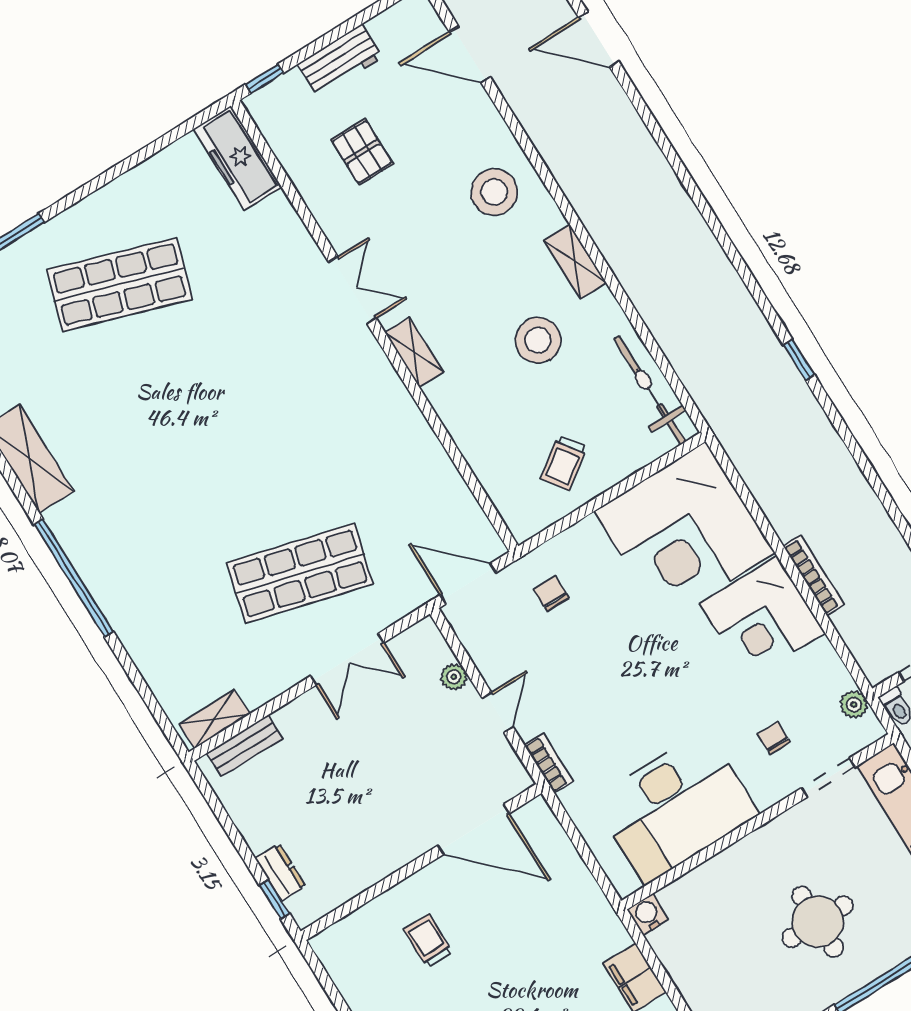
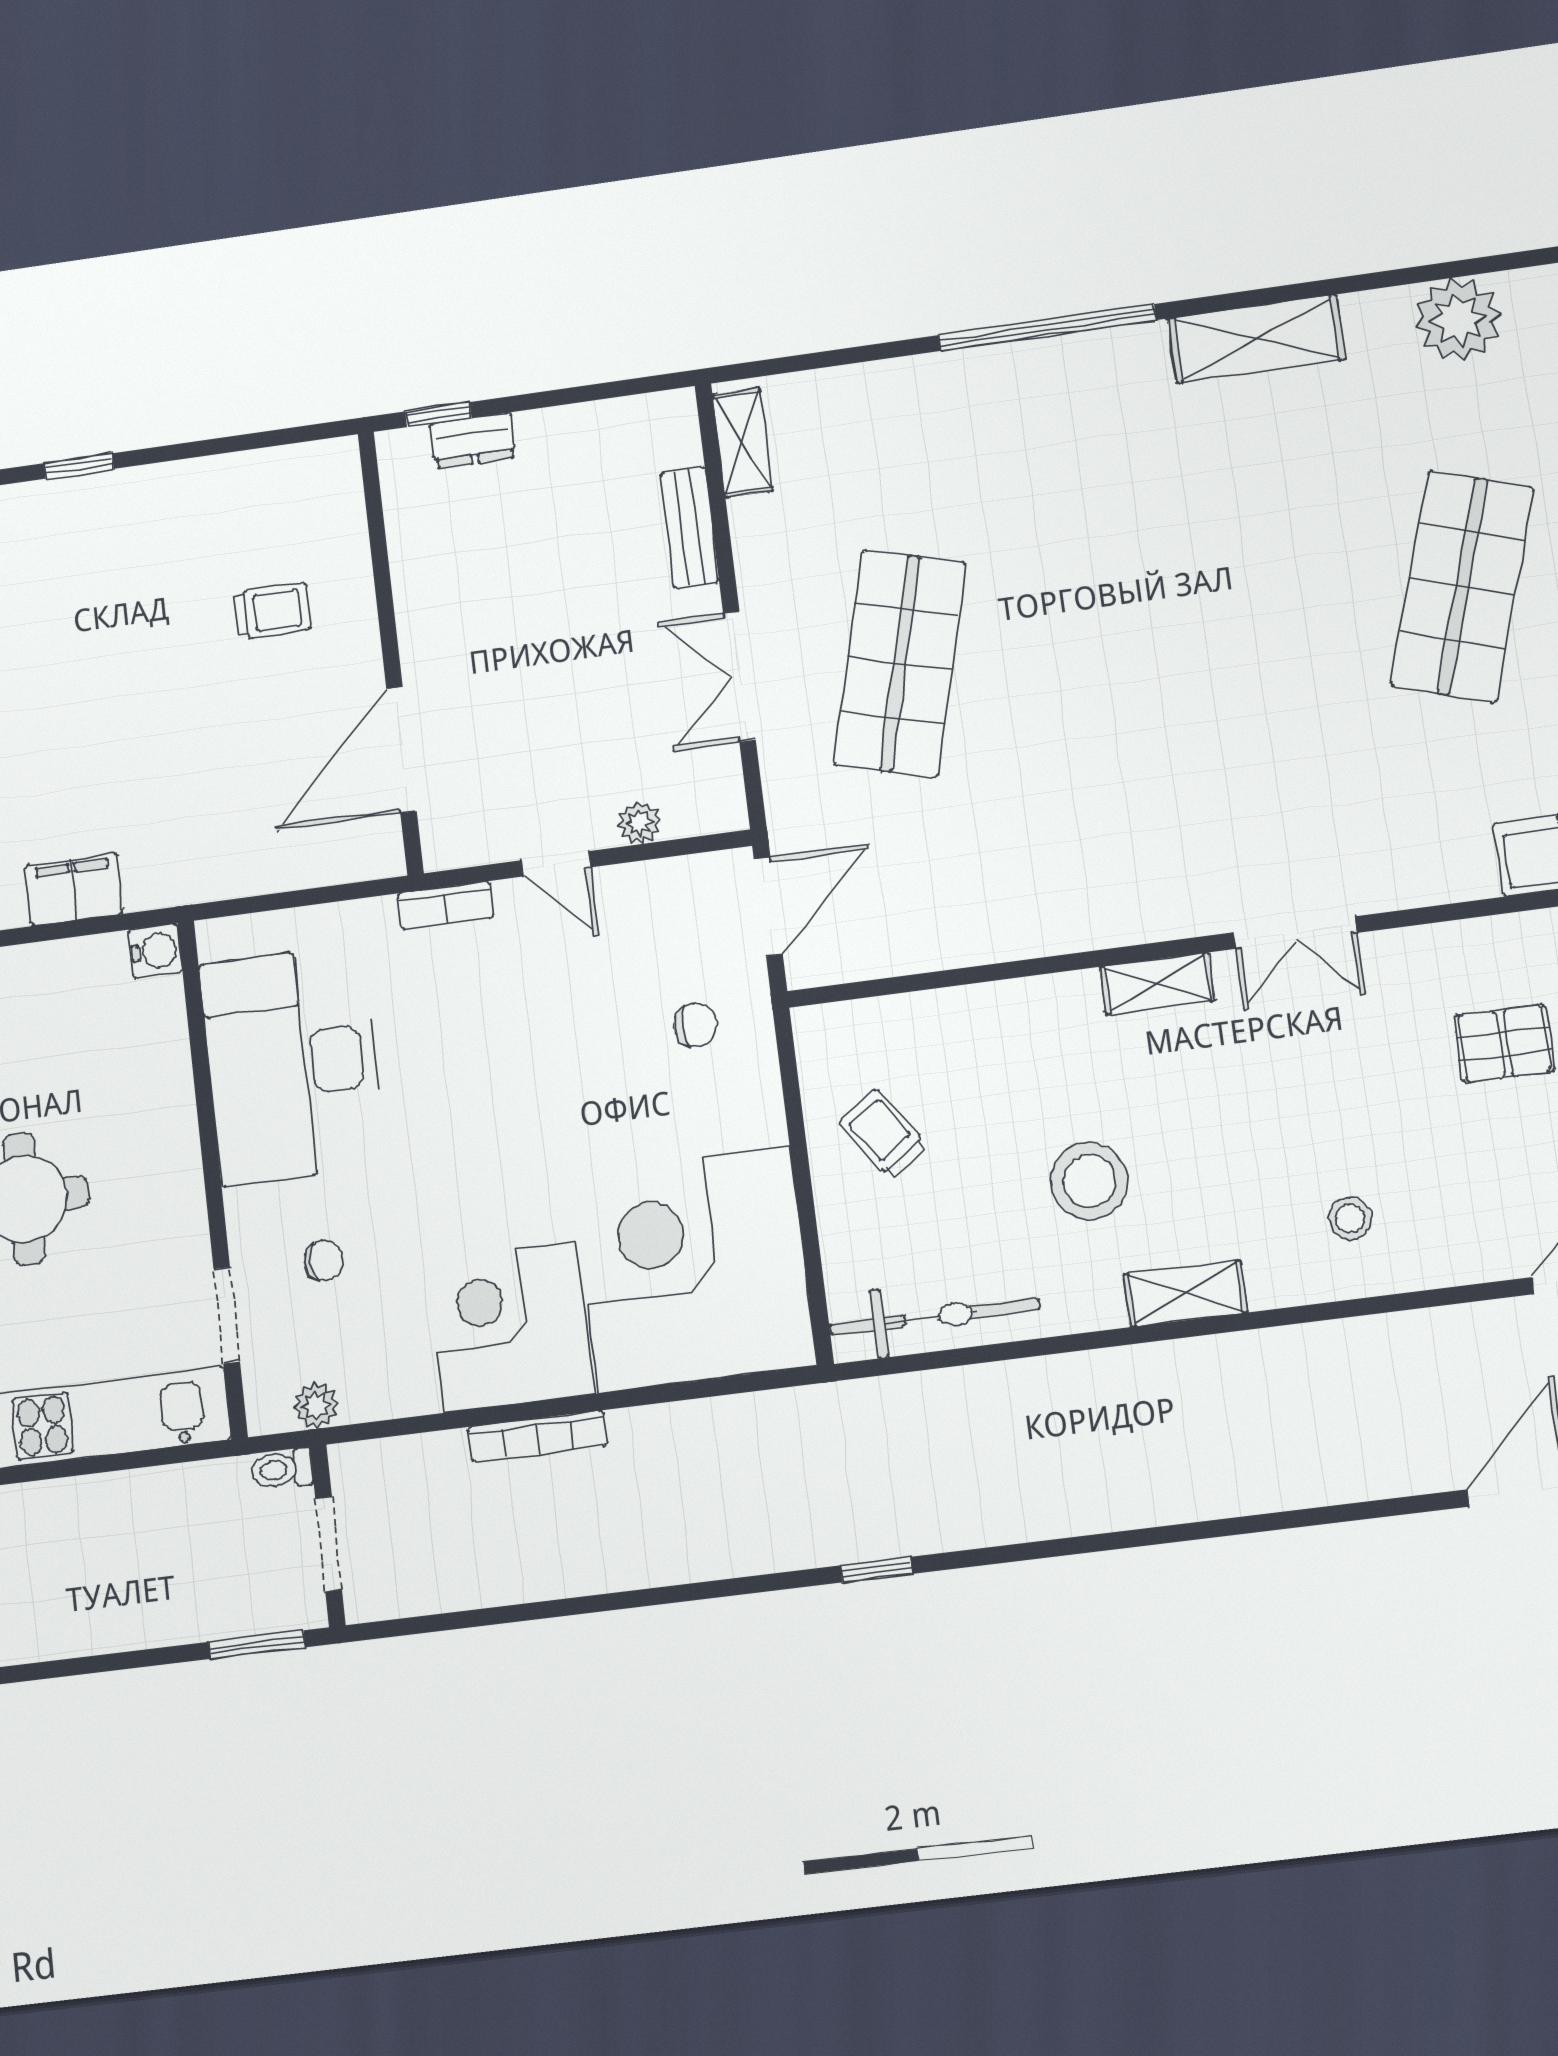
stool: (494, 192) -> (1350, 1218), width x0.53, depth x0.53
bench: (245, 746) -> (690, 528), moved

